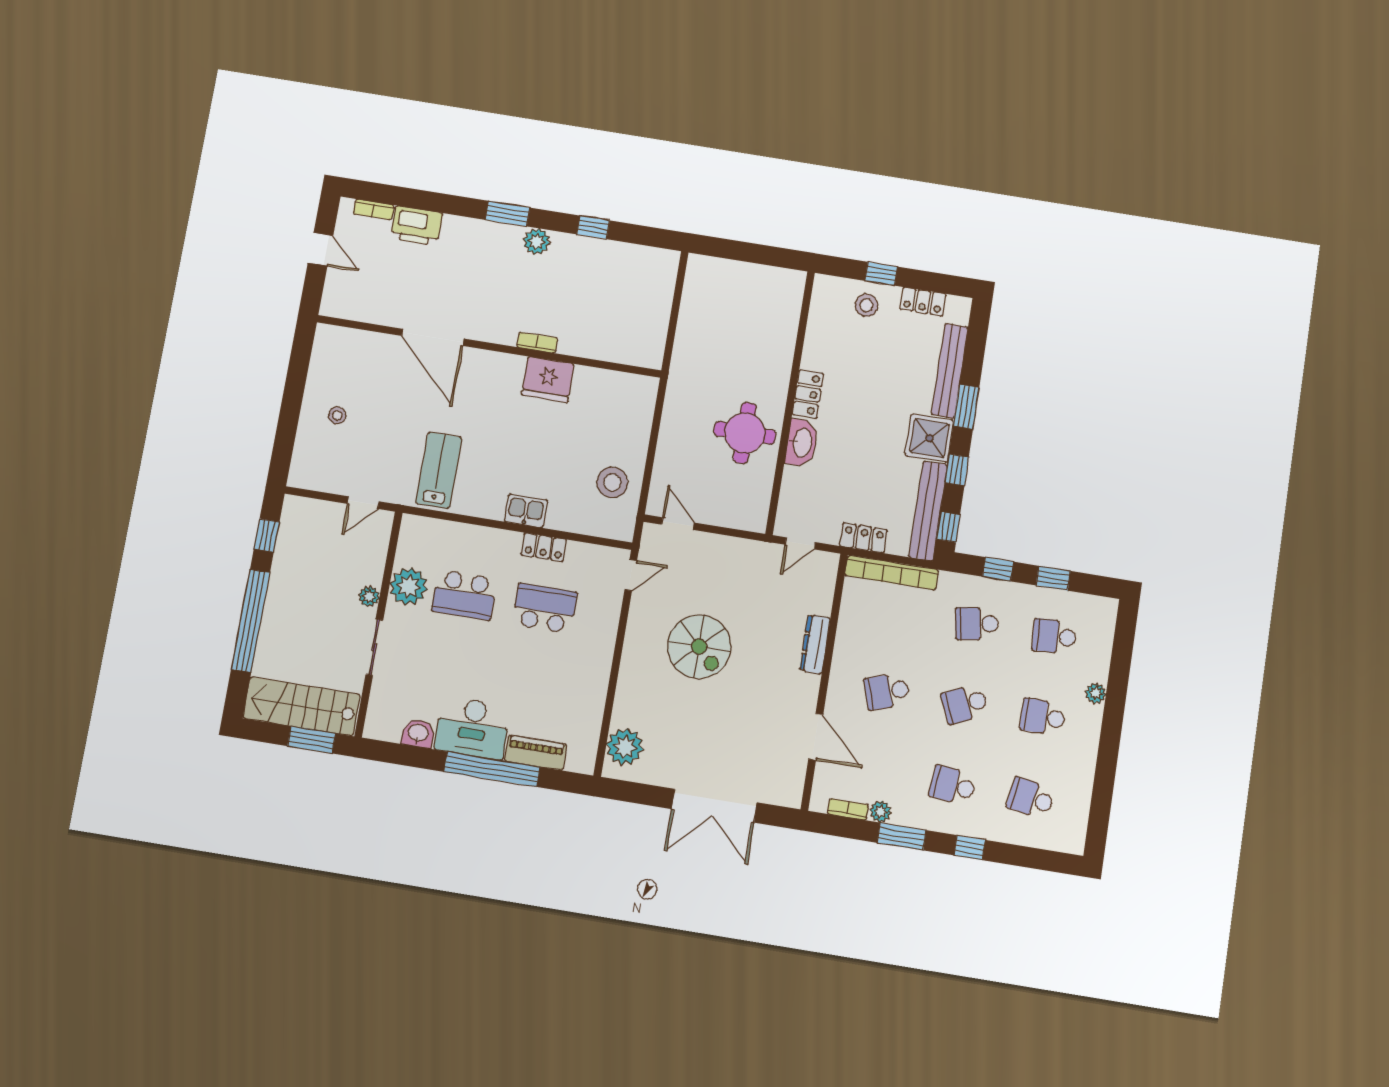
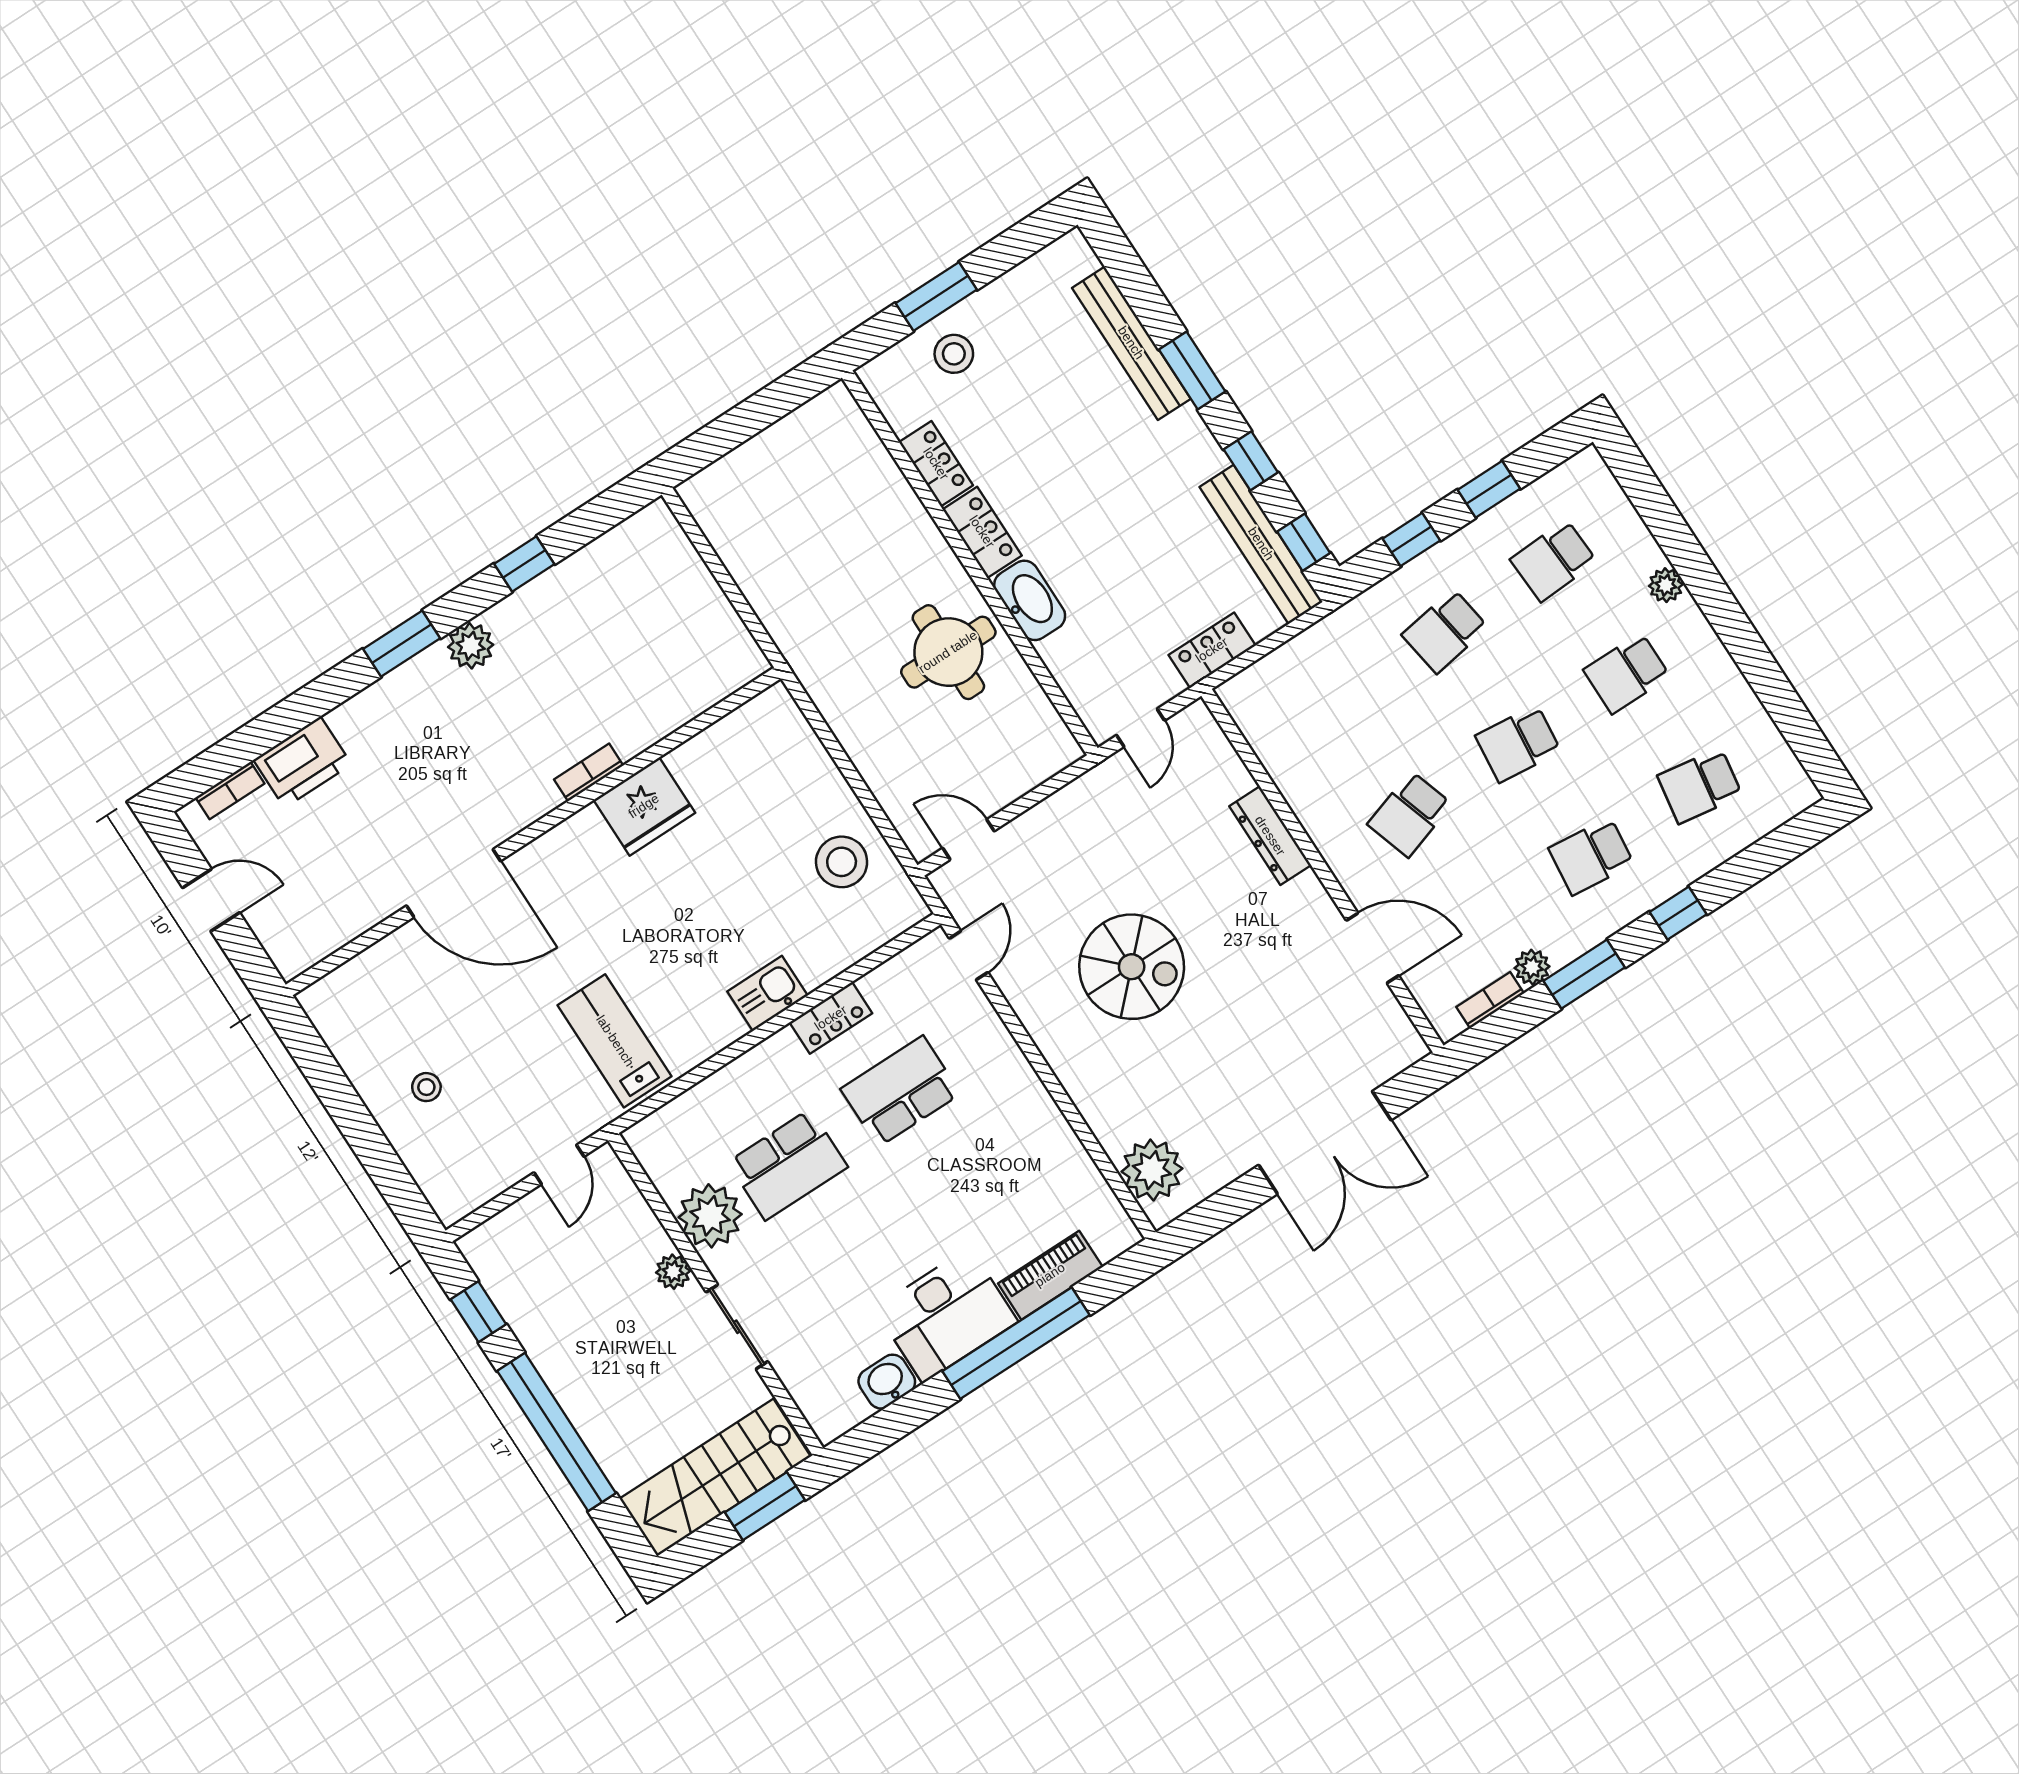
window: (881, 274) -> (936, 296), width x1.50
locker: (923, 302) -> (936, 464), moved, turned -90
shower: (929, 438) -> (1182, 451), removed
bookcase: (892, 573) -> (1285, 662), removed
school desk: (965, 704) -> (1518, 744), turned 30

